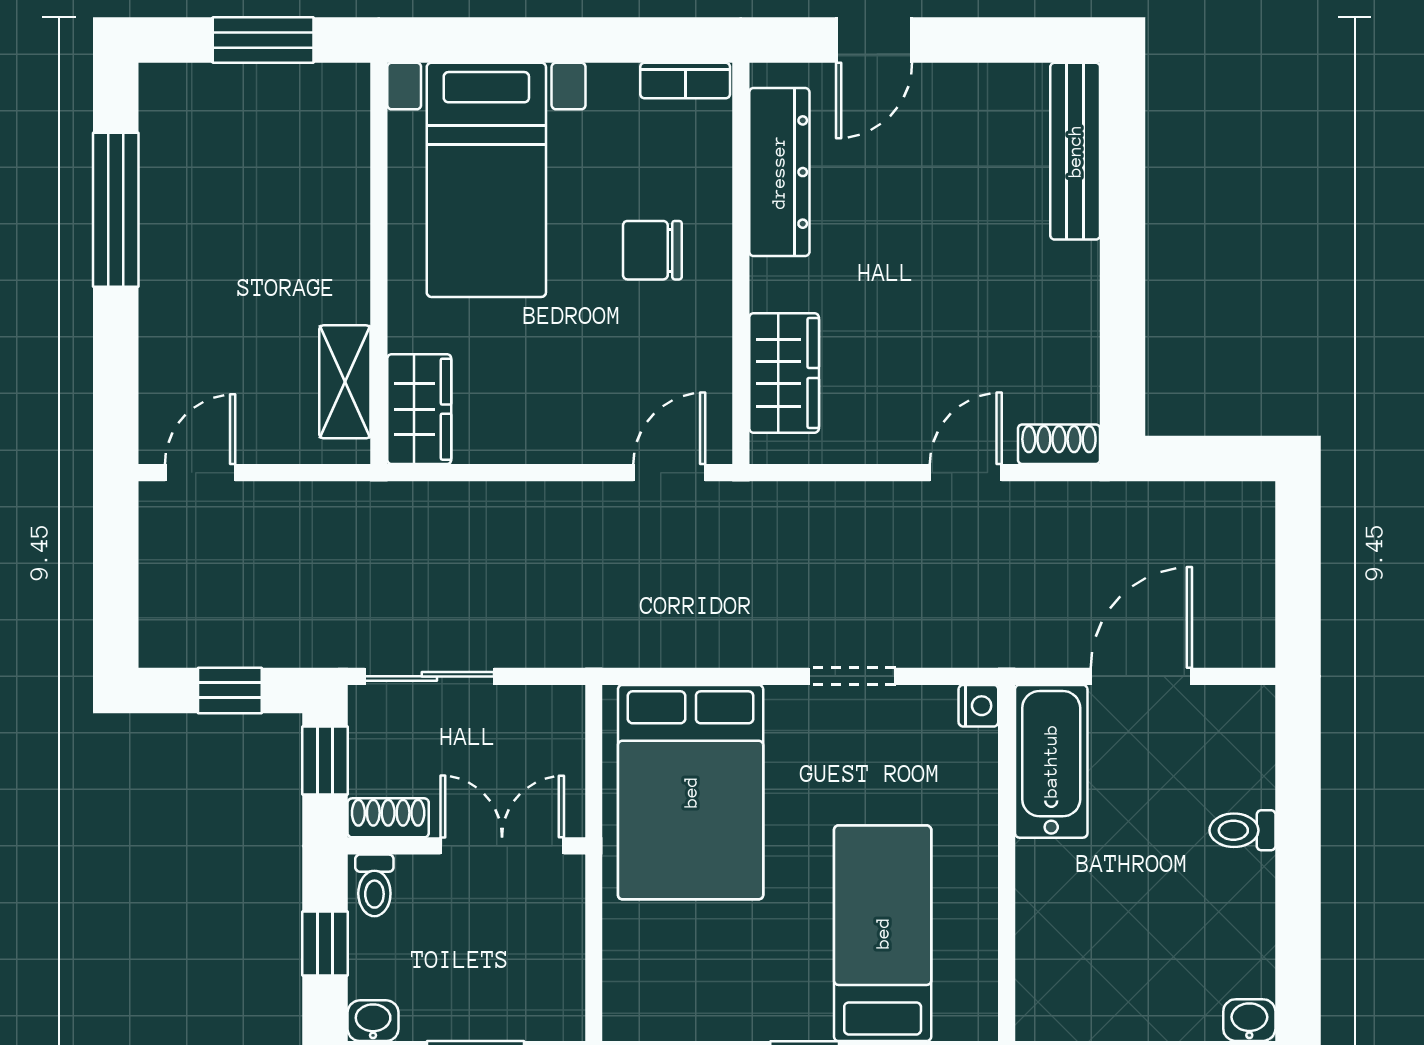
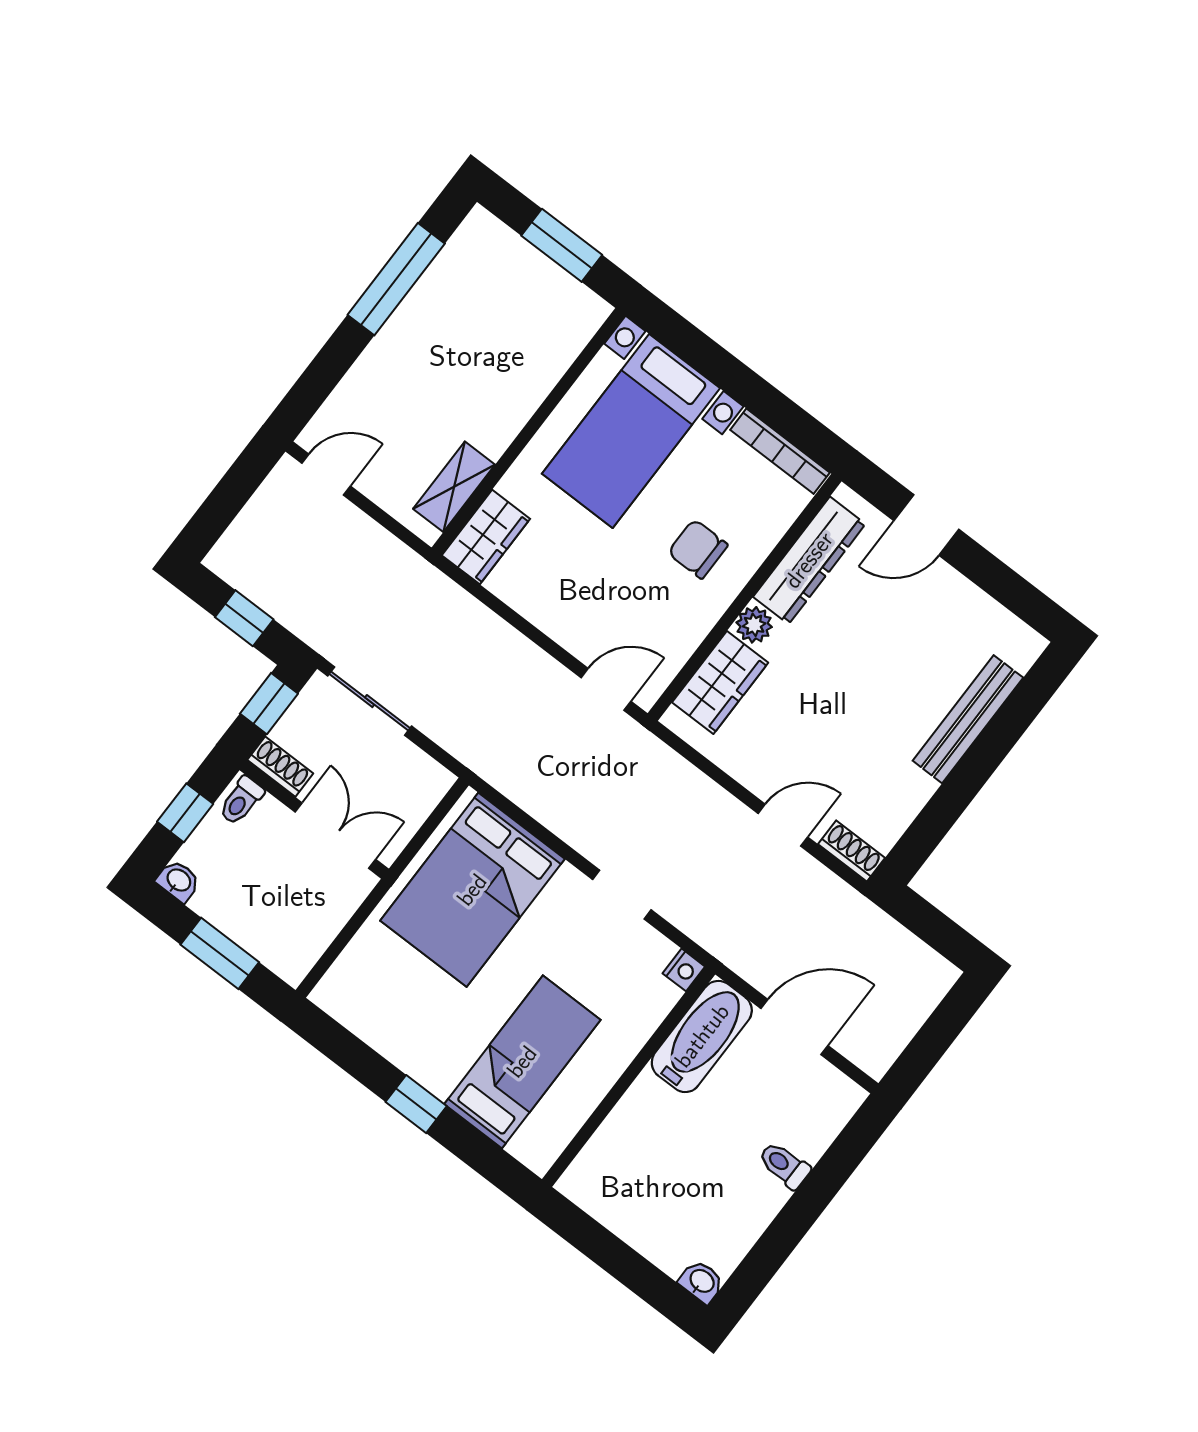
bookcase: (685, 81) -> (780, 451), width x1.56
bench: (1075, 151) -> (968, 719), moved
plant: (773, 285) -> (754, 625), added

